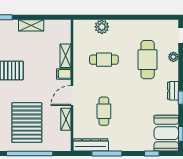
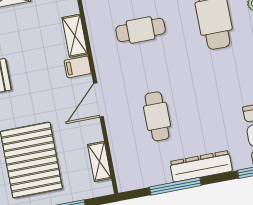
shelving: (66, 119) -> (99, 161), moved
dresser: (91, 145) -> (201, 166), moved

